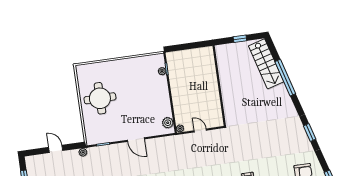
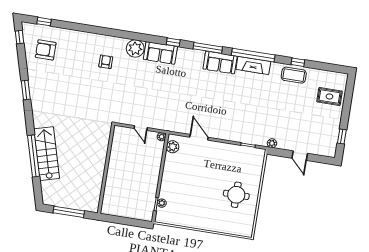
window: (240, 39) -> (69, 212), width x2.17
stairs: (266, 64) -> (47, 154), moved
round table: (100, 98) -> (236, 195), width x0.73, depth x0.73
door: (136, 140) -> (199, 137), moved

